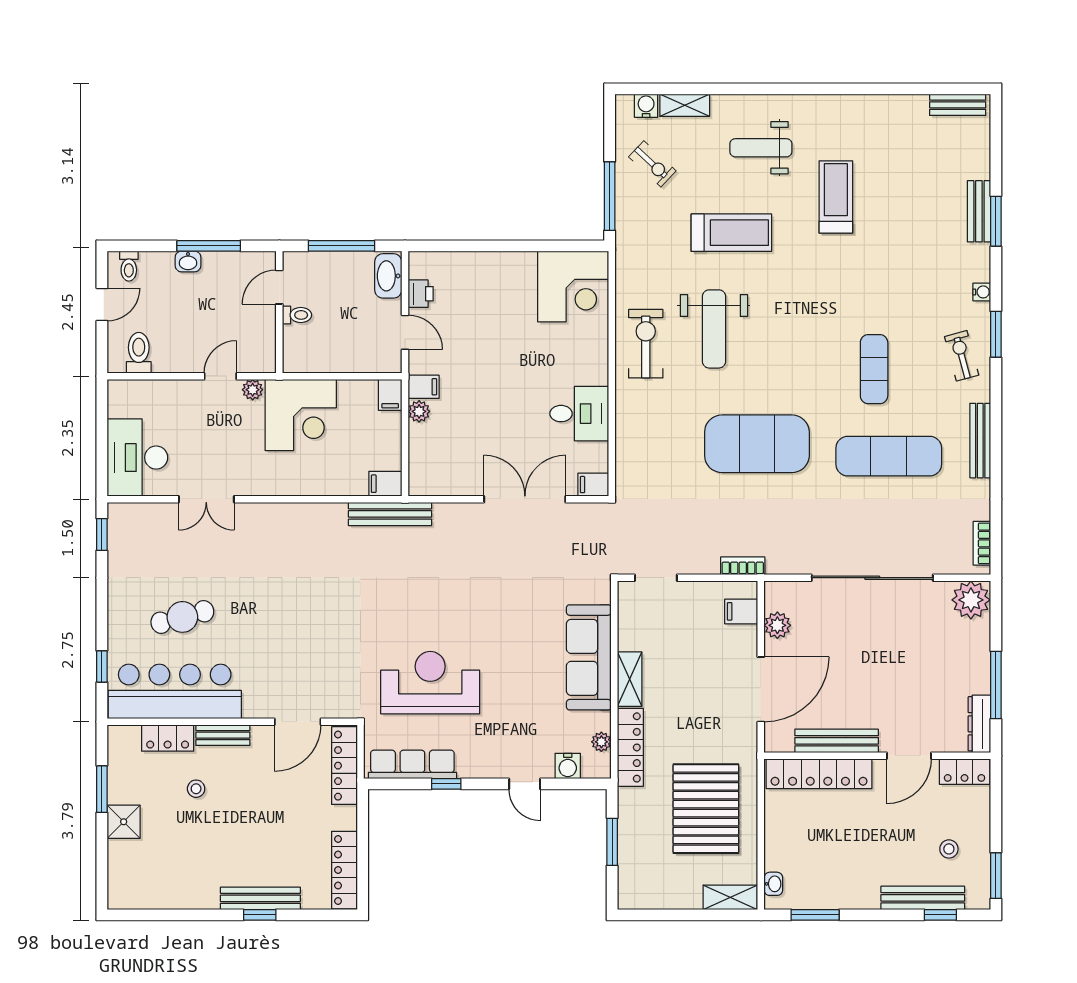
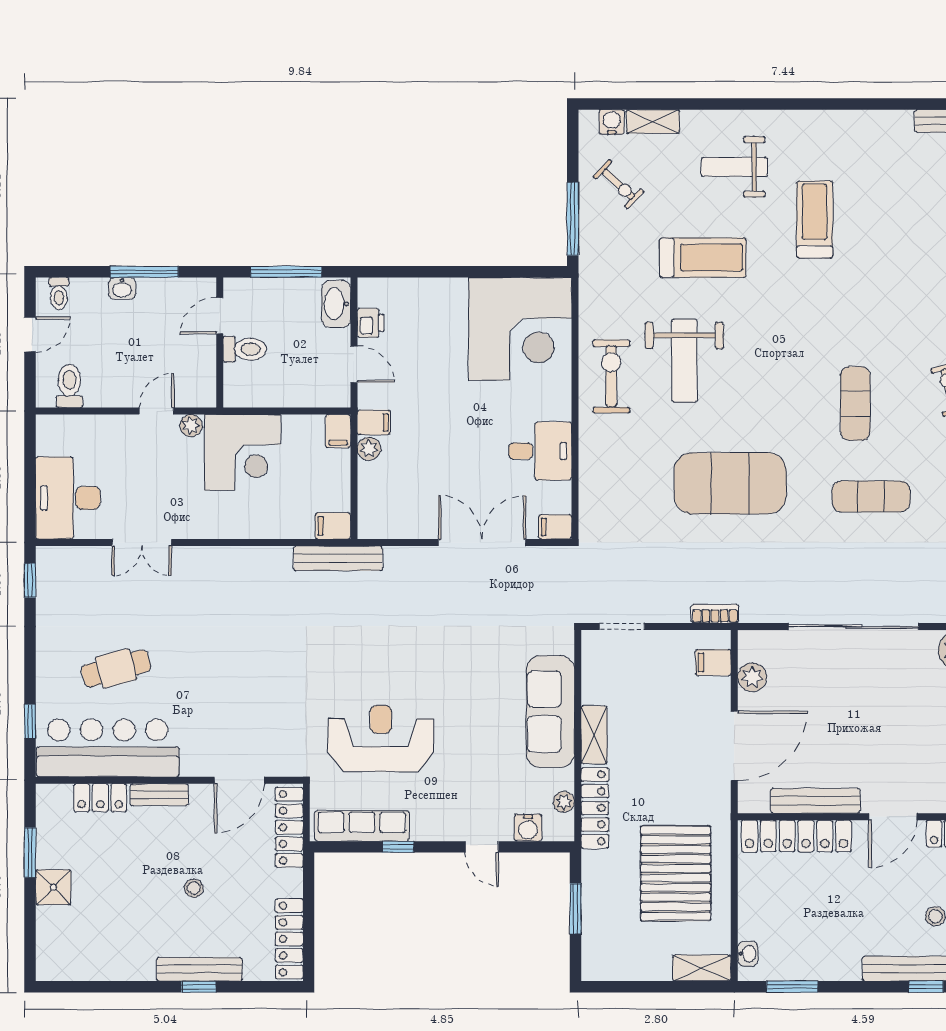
corner desk: (573, 287) -> (520, 329), width x1.36, depth x1.36
toilet: (297, 315) -> (245, 349), width x1.37, depth x1.39
exercise mat: (889, 456) -> (871, 496), width x0.73, depth x0.69
stool: (196, 789) -> (194, 888), moved

